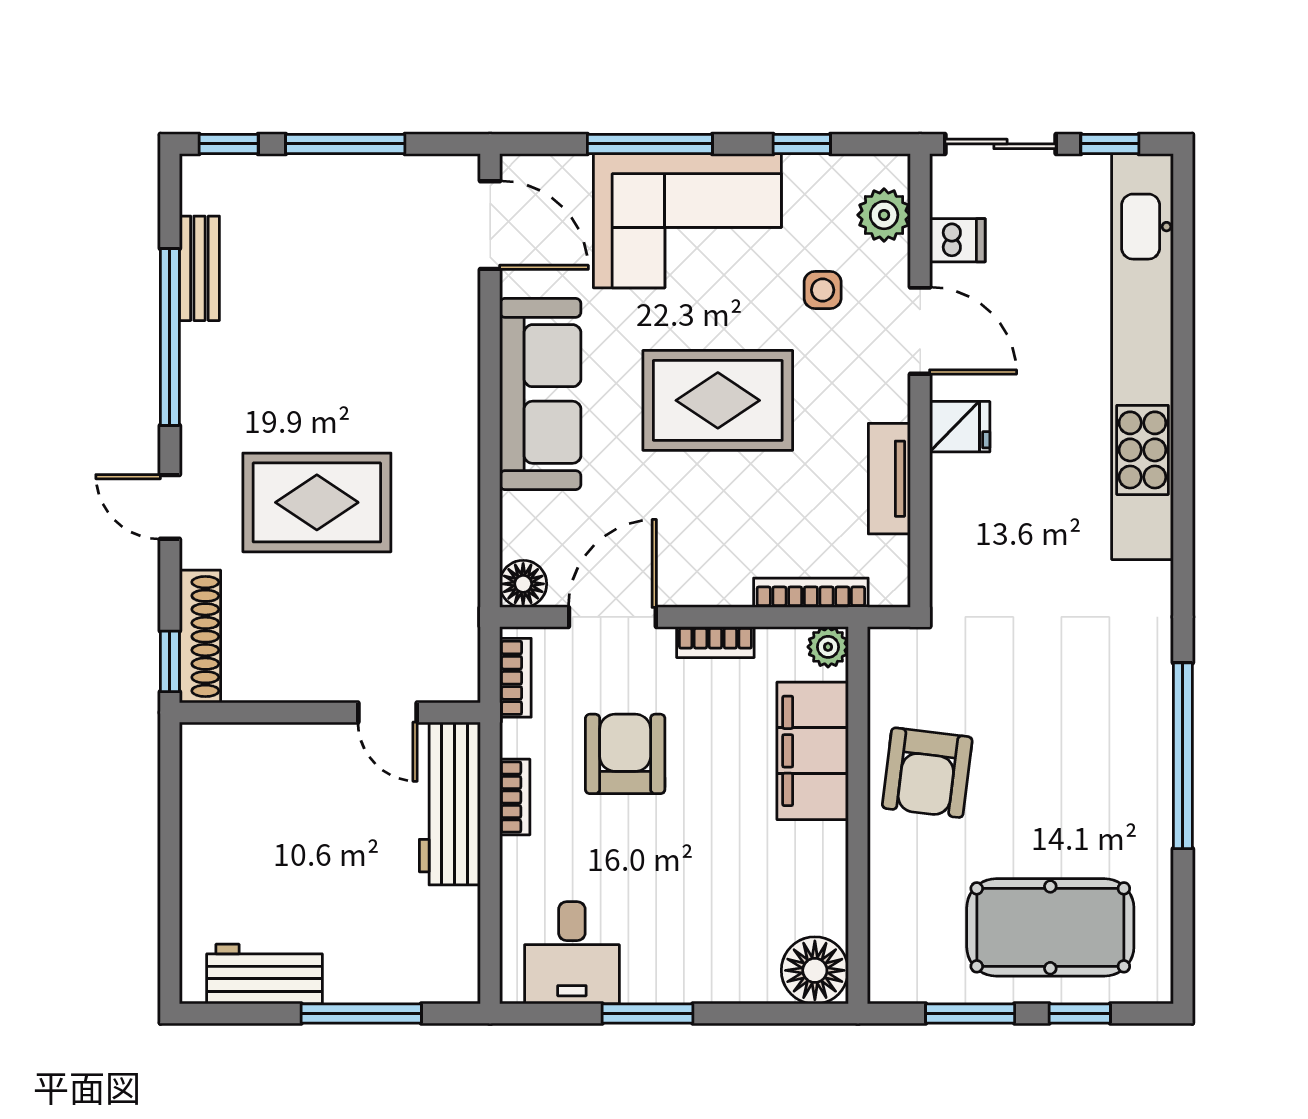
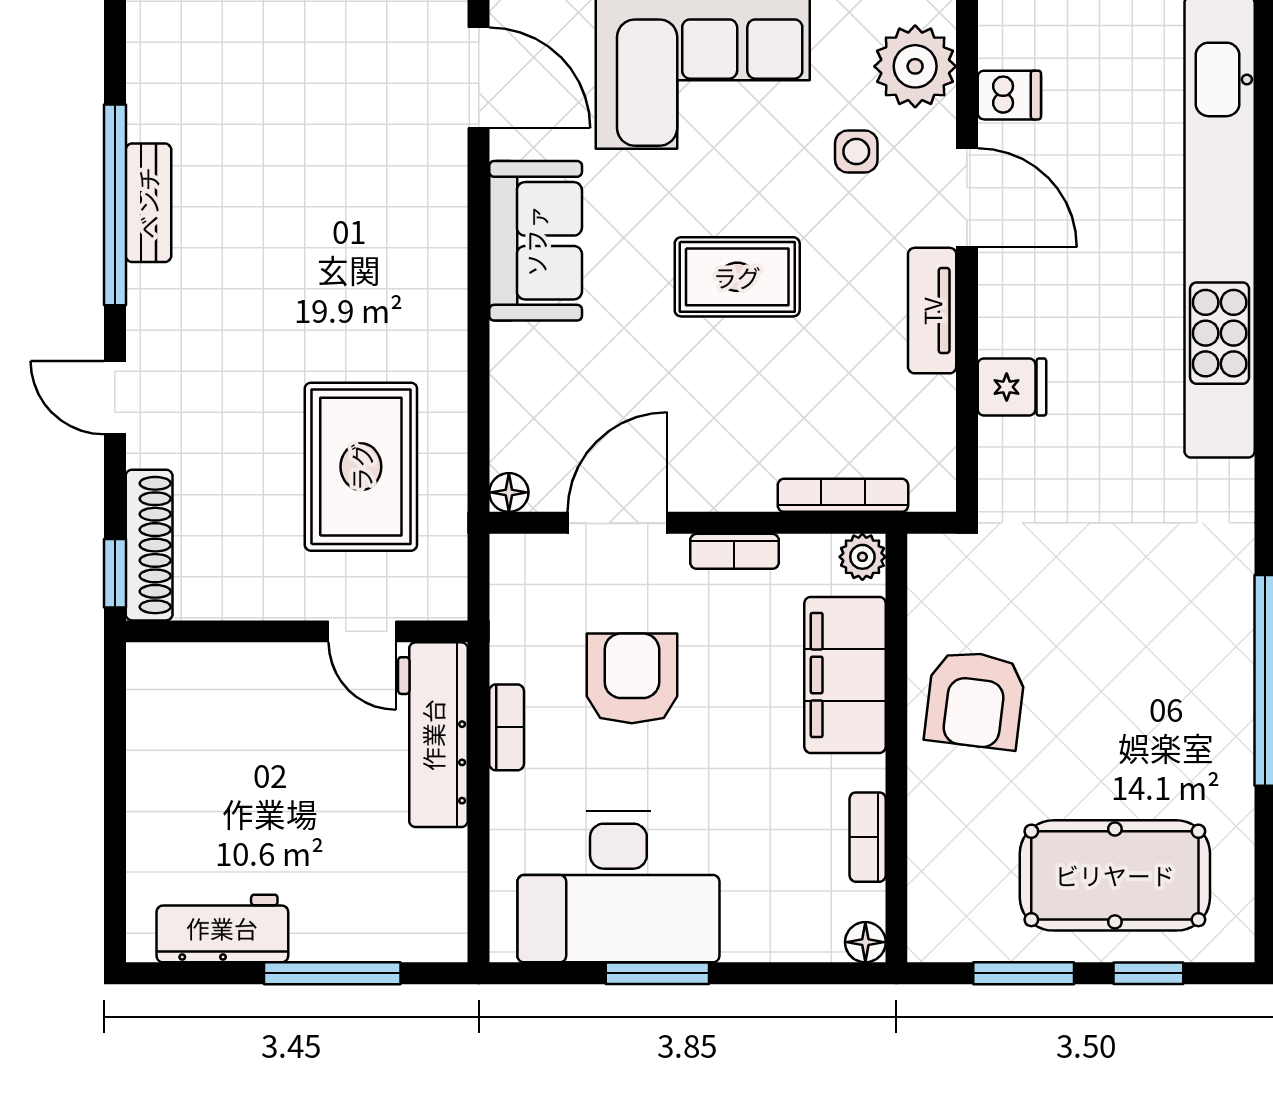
plant: (884, 215) -> (915, 66), width x1.36, depth x1.36
bench: (199, 268) -> (148, 203), moved
sofa: (540, 394) -> (536, 241), width x0.73
rug: (718, 400) -> (737, 277), width x0.73, depth x0.70
fridge: (960, 427) -> (1012, 387), moved
tv unit: (889, 479) -> (932, 311), moved
rug: (317, 502) -> (361, 467), moved, turned 90
floor lamp: (523, 584) -> (509, 492), width x0.73, depth x0.73
bookcase: (515, 678) -> (868, 837), moved, turned 180
desk: (572, 953) -> (618, 887), width x1.87, depth x1.30
floor lamp: (815, 970) -> (865, 942), width x0.53, depth x0.53

